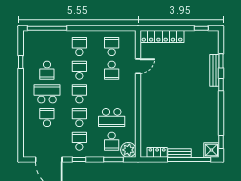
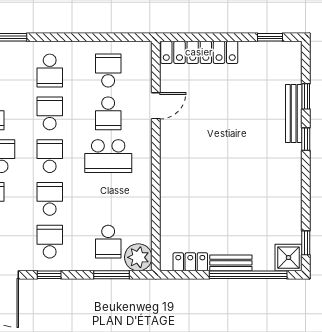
school desk: (79, 47) -> (50, 71), turned 180
school desk: (112, 118) -> (108, 156), moved

